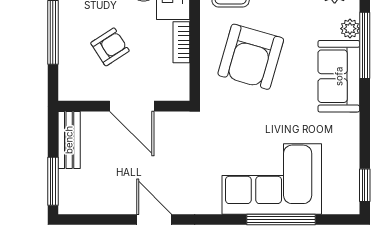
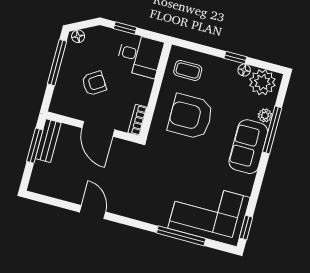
bookcase: (181, 42) -> (138, 120), moved
armchair: (251, 57) -> (190, 117), turned 74
corner sofa: (272, 179) -> (209, 213), moved
window: (53, 181) -> (35, 146), moved

